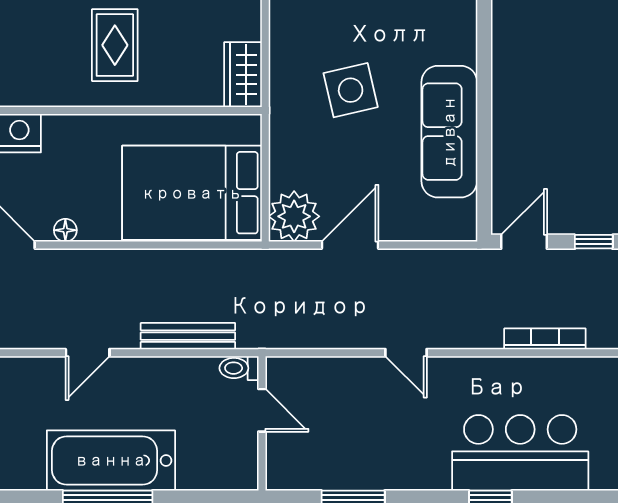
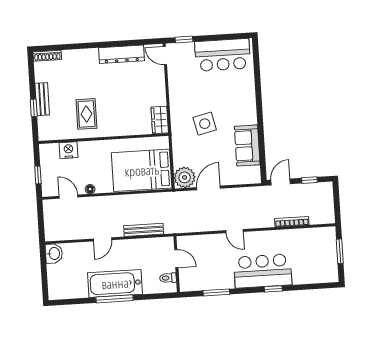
rug: (115, 45) -> (86, 114), moved
sofa: (449, 132) -> (247, 145), width x0.73
toilet: (239, 368) -> (168, 278), moved
bar counter: (520, 453) -> (263, 271), moved

